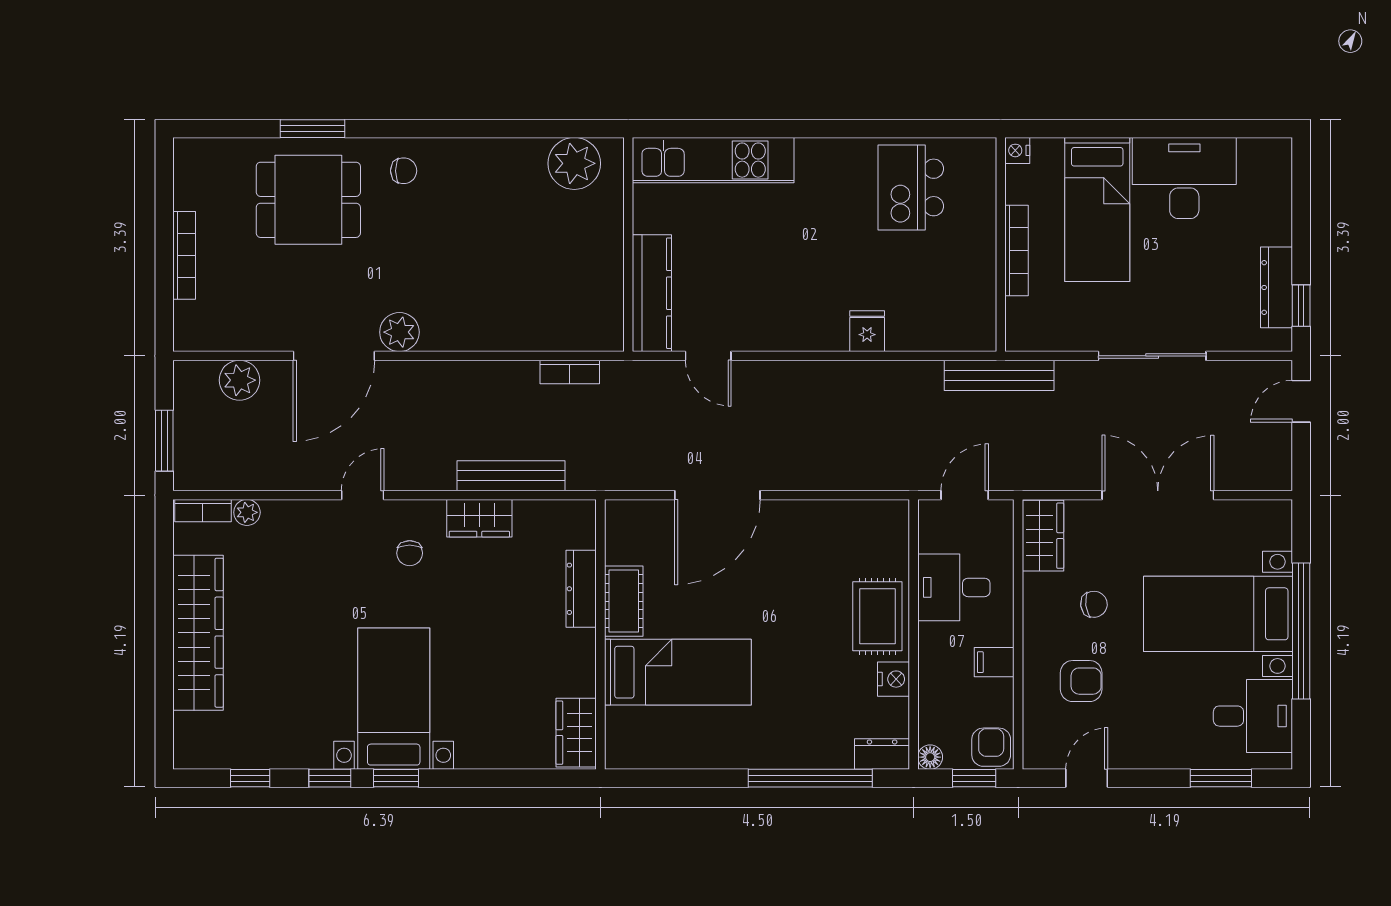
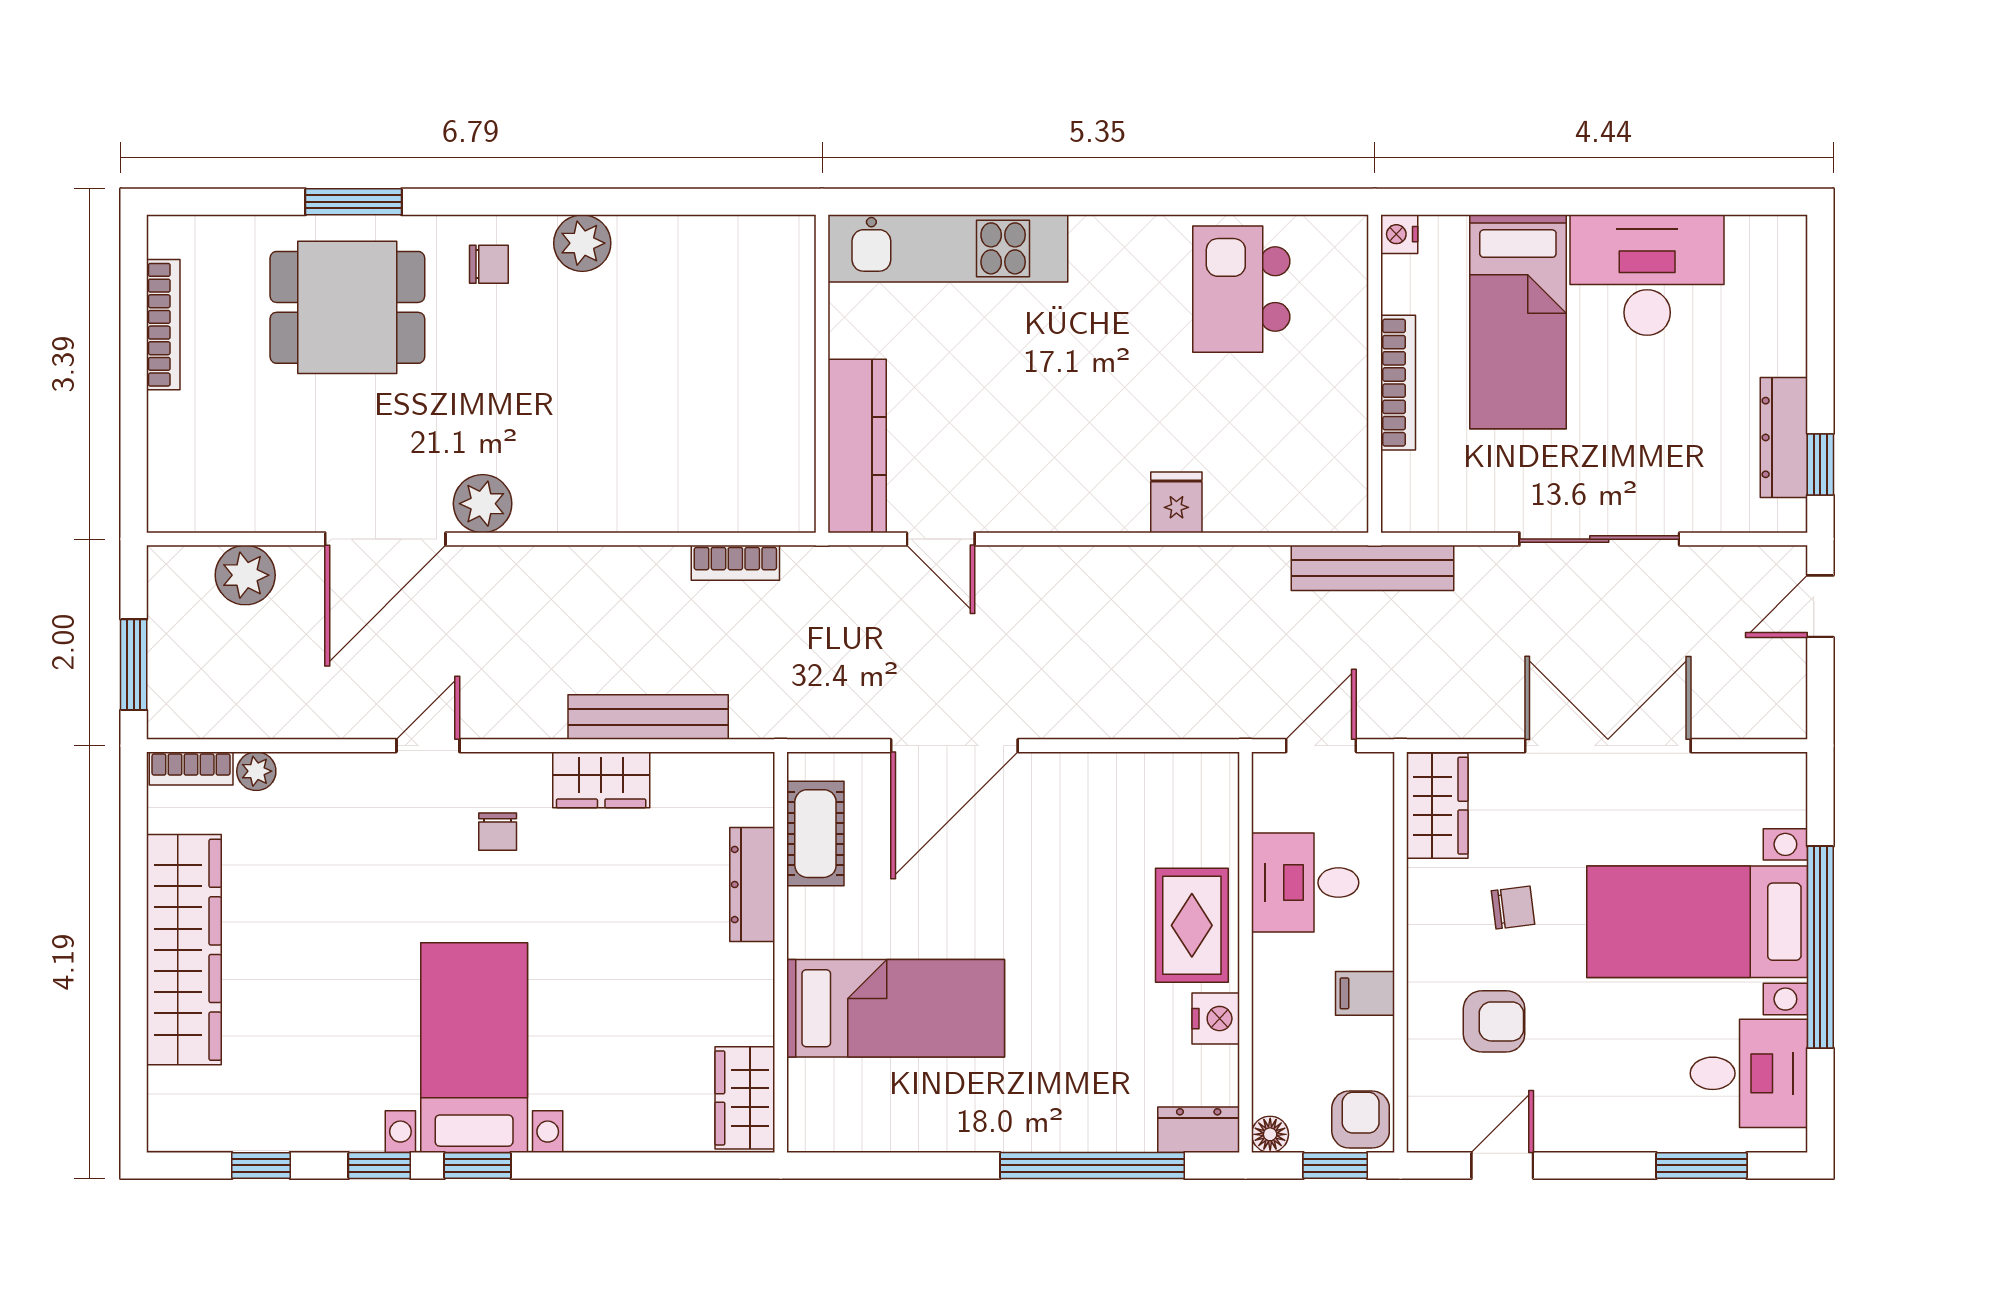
plant: (574, 163) -> (582, 243), moved, width x0.73, depth x0.73
bookcase: (184, 255) -> (163, 325), moved
cot: (624, 601) -> (815, 834), moved

